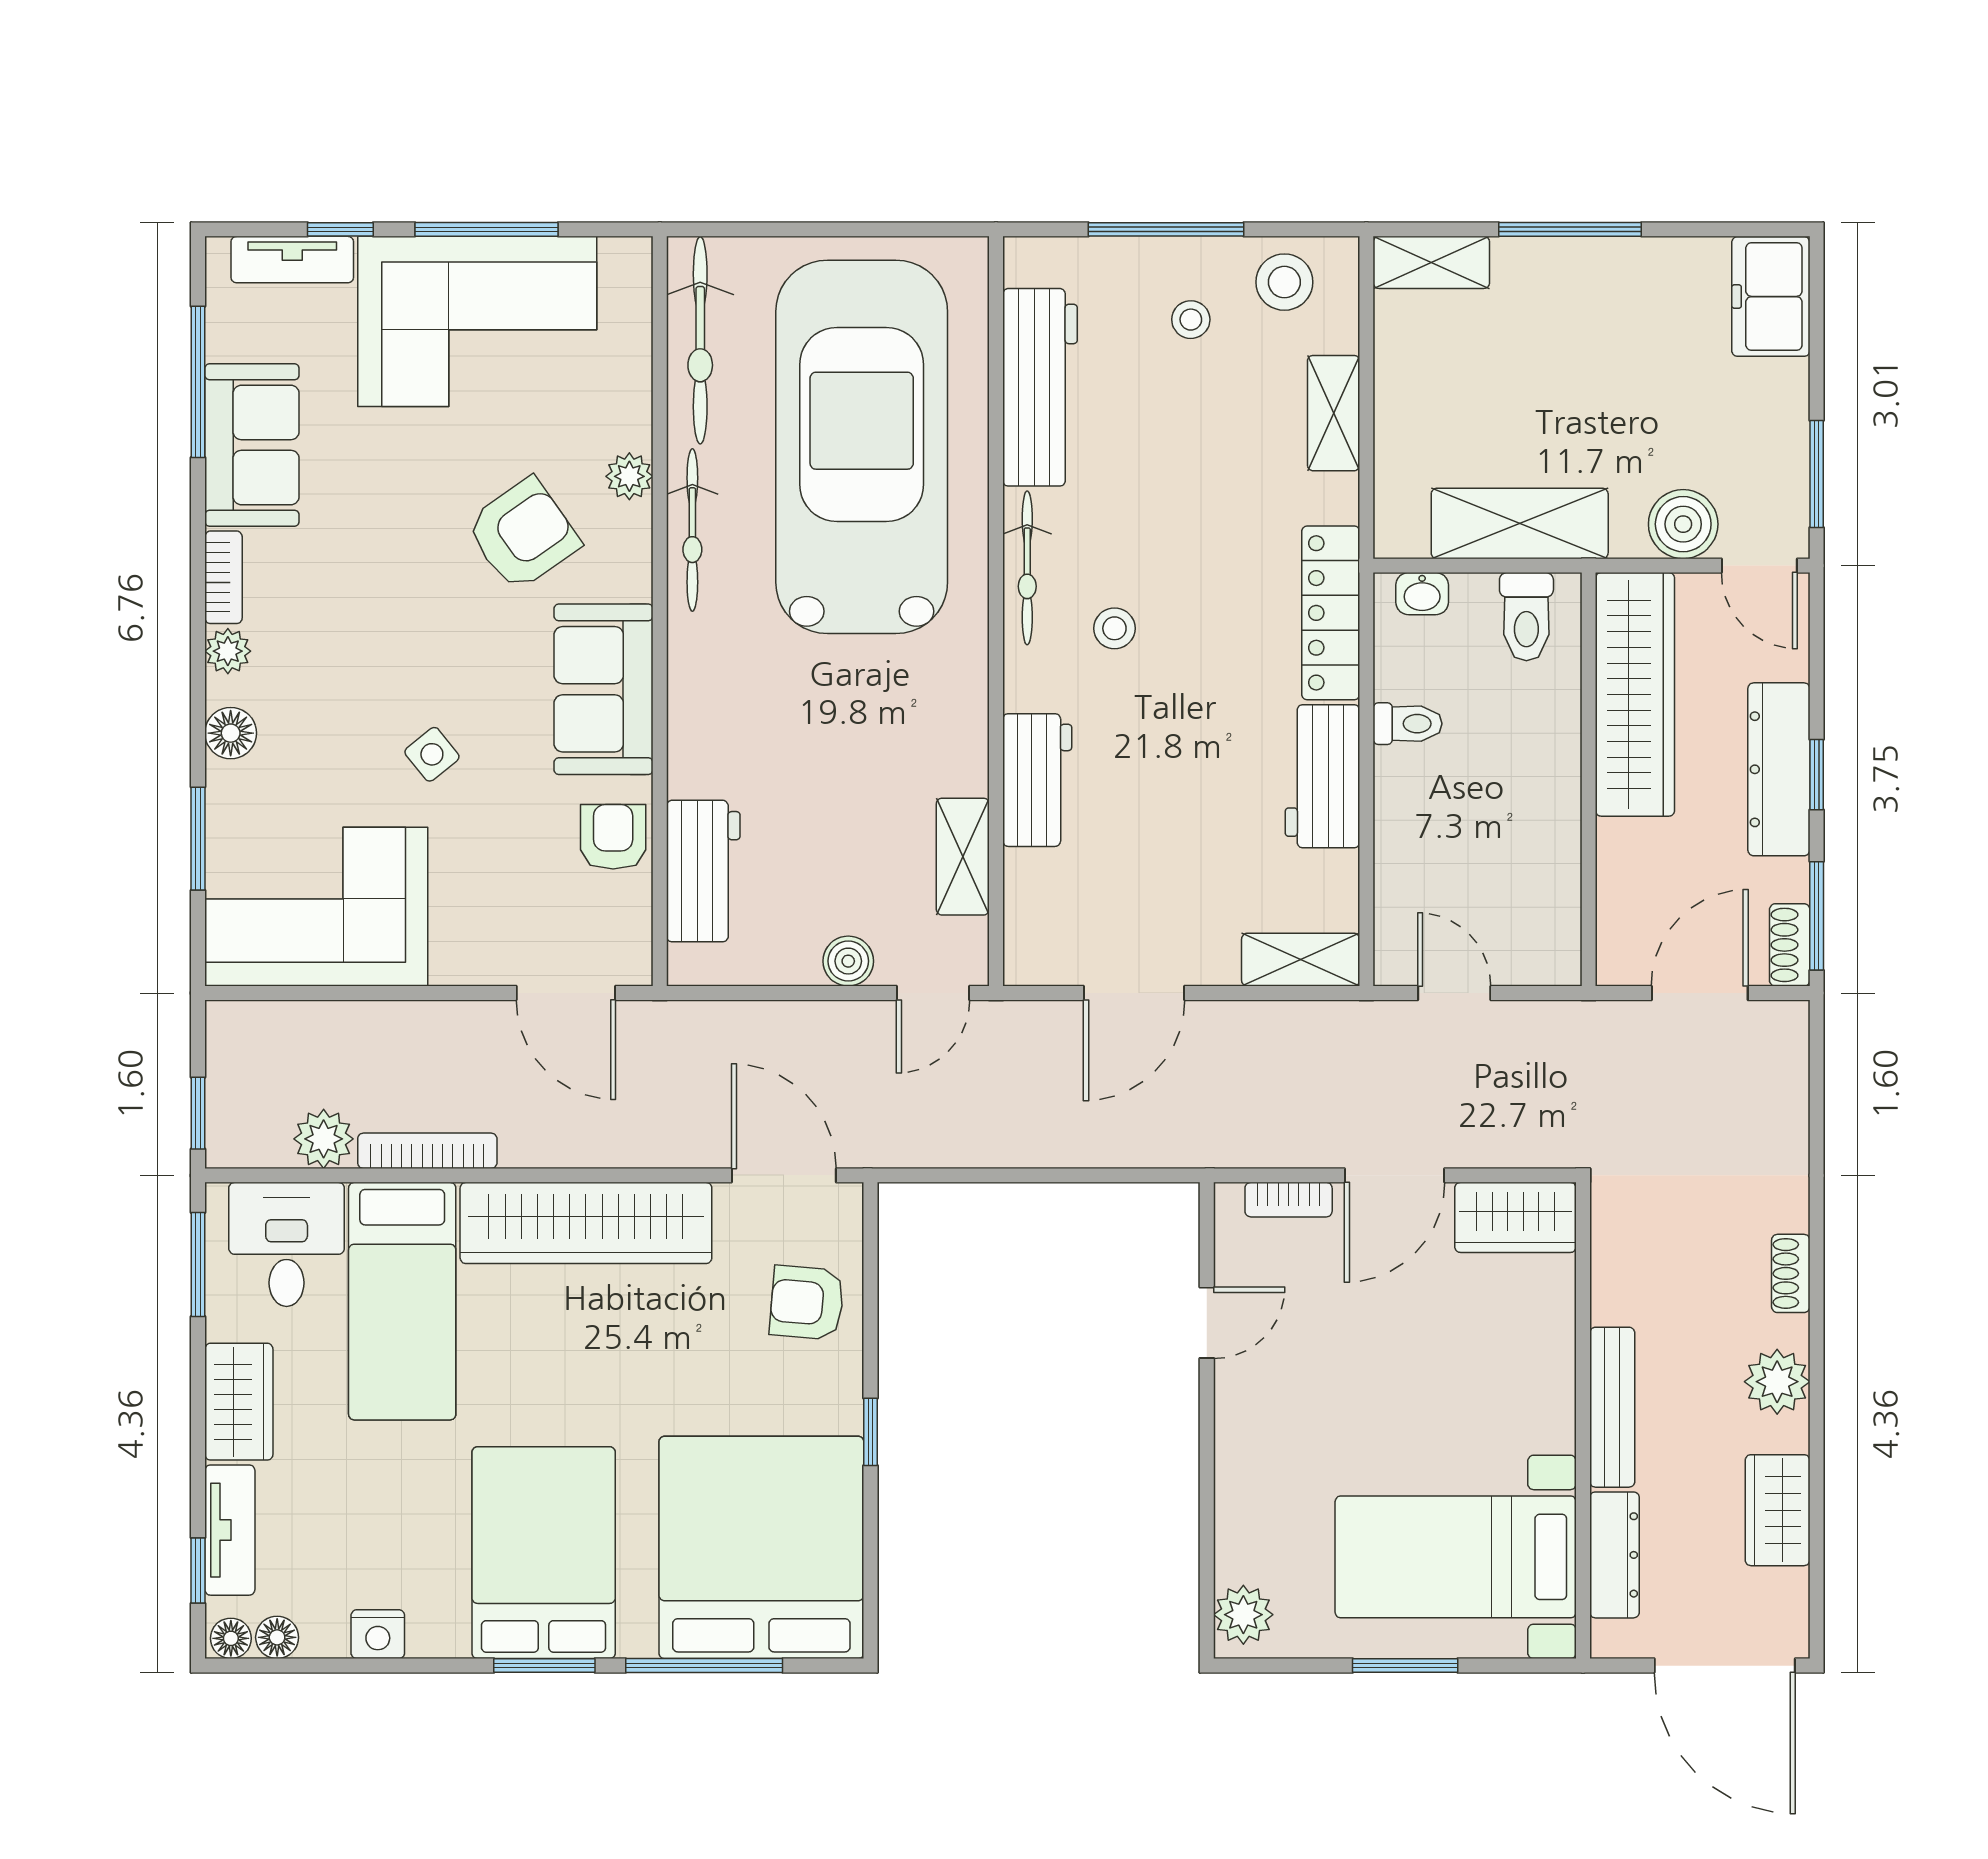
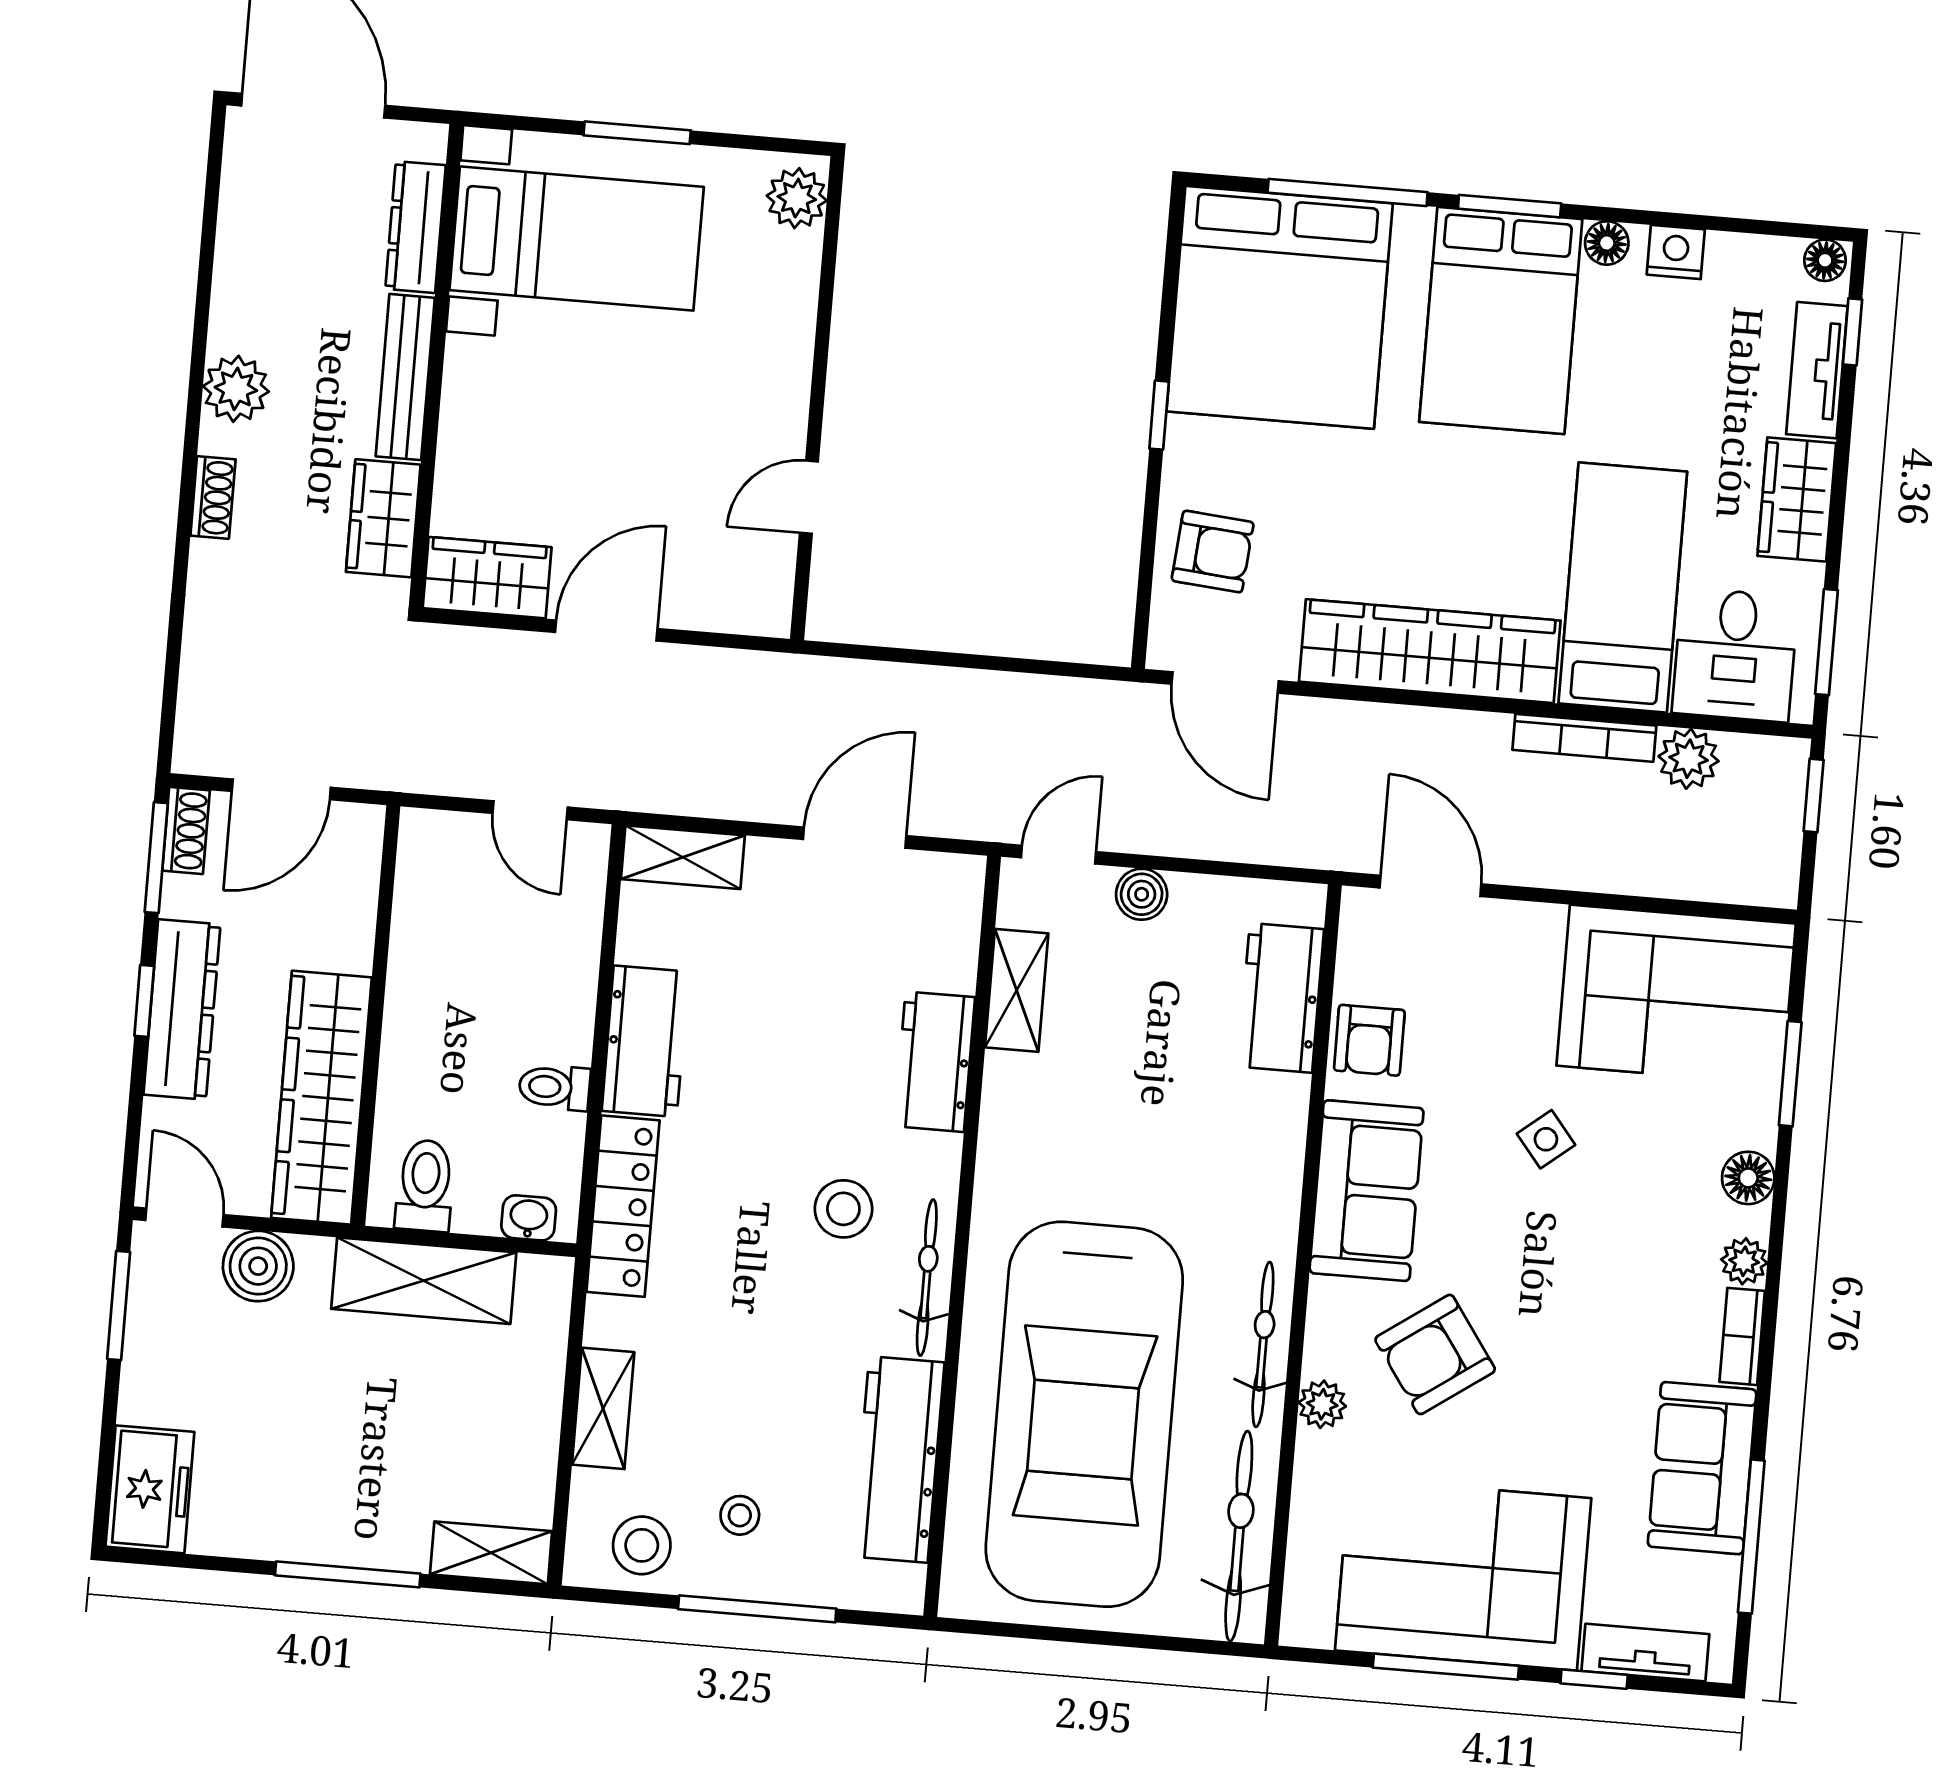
stool: (1114, 628) -> (843, 1209), width x1.37, depth x1.37
bookcase: (1289, 1200) -> (716, 615), removed
wardrobe: (1778, 1510) -> (383, 518), moved, turned 180
floor lamp: (277, 1637) -> (1607, 243), moved

